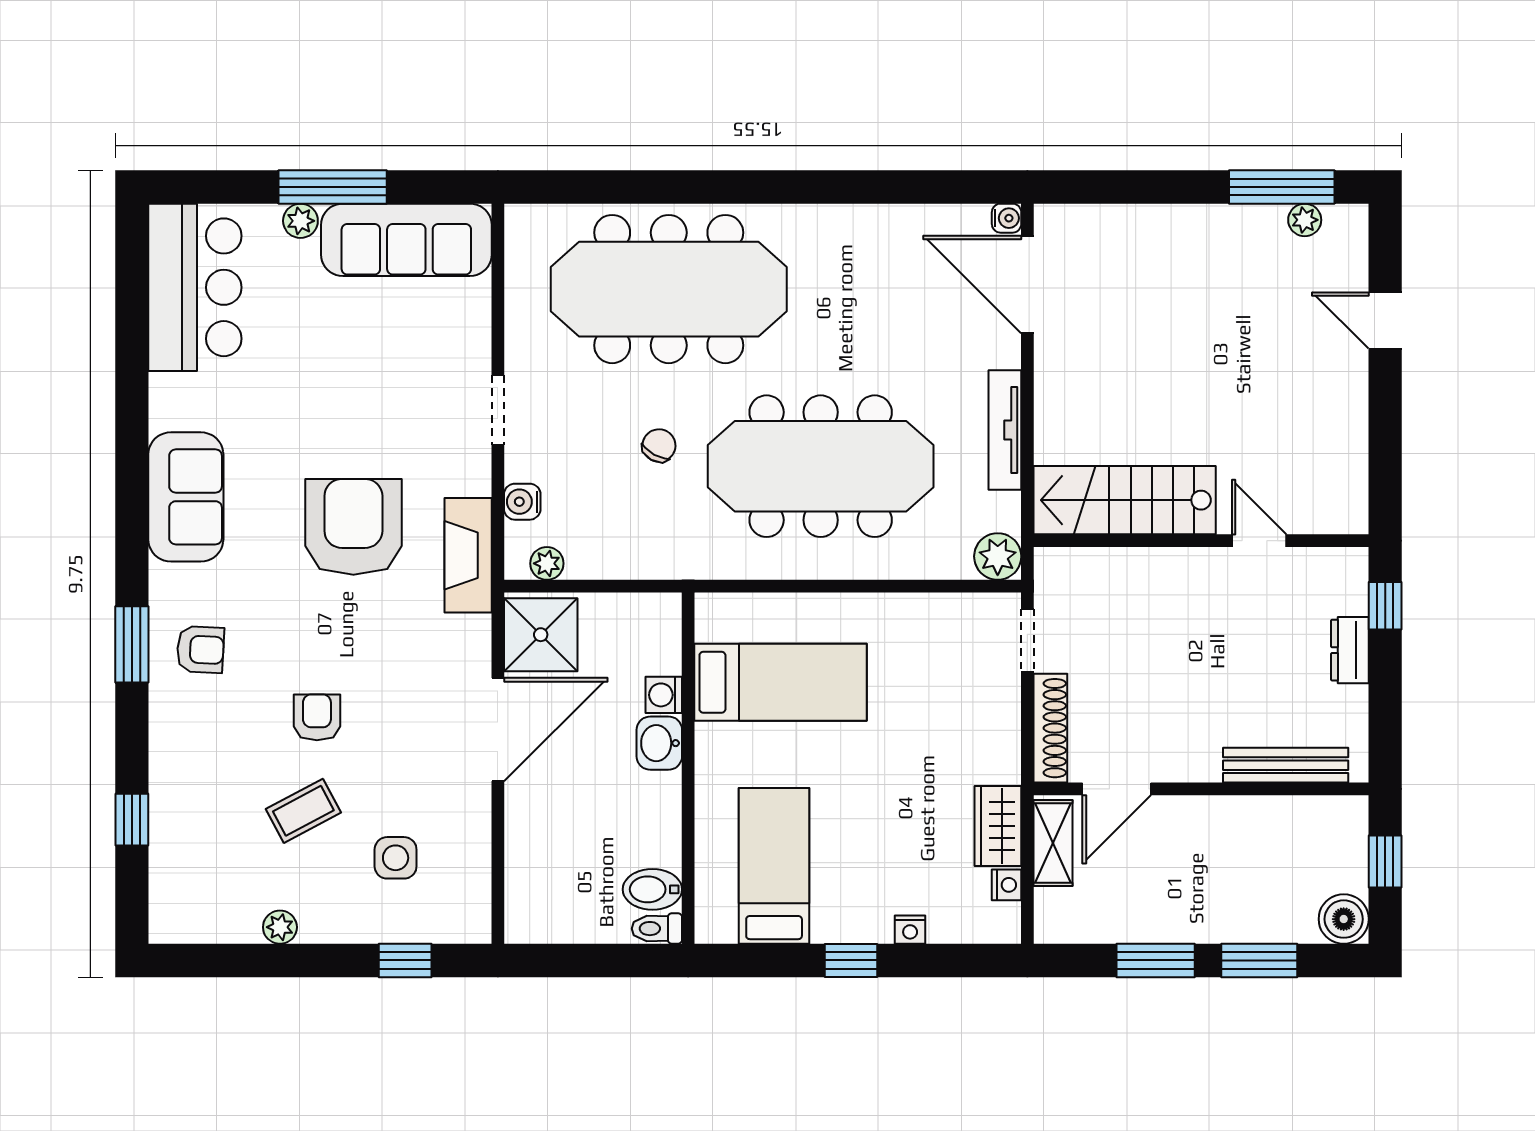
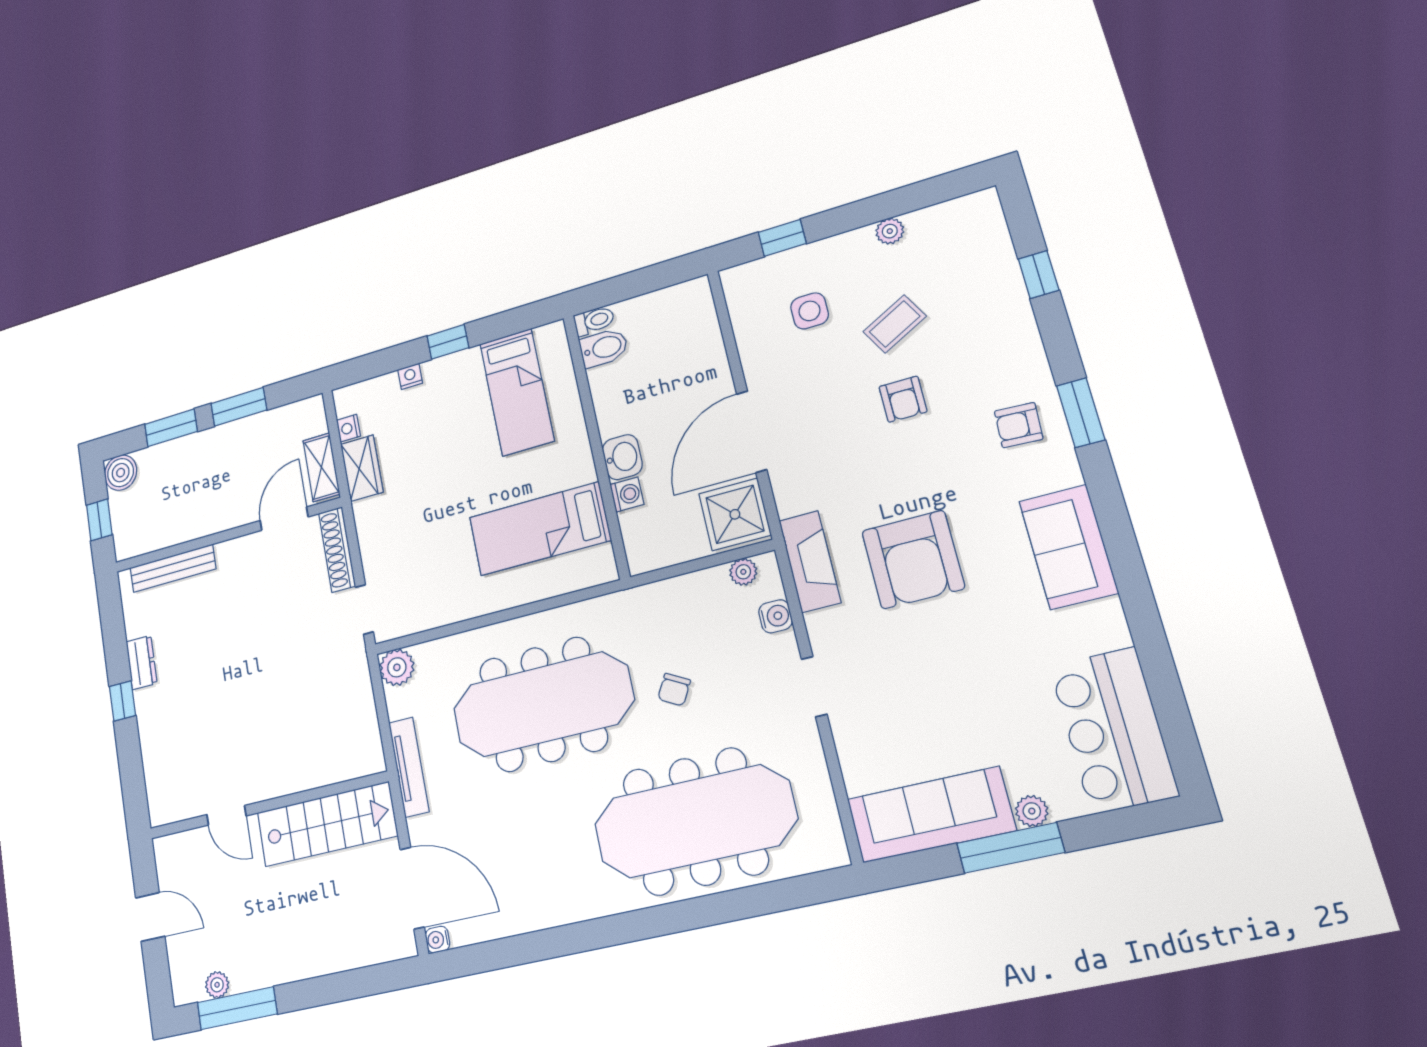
stairs: (1125, 500) -> (327, 824), moved
wall: (1201, 541) -> (267, 805), moved
door: (1259, 541) -> (226, 815), moved

